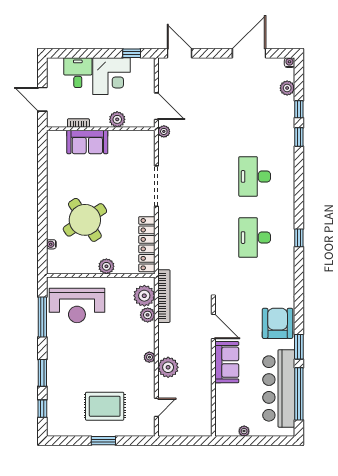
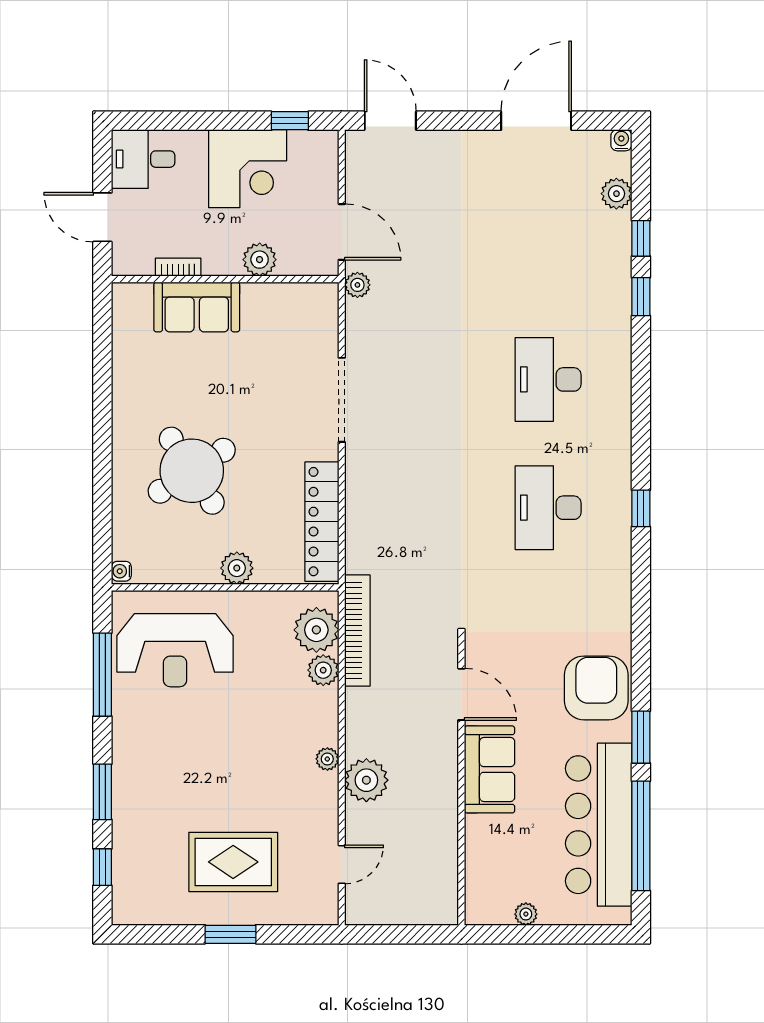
desk: (78, 73) -> (143, 159), moved, turned -90
water cooler: (51, 244) -> (121, 571), moved

